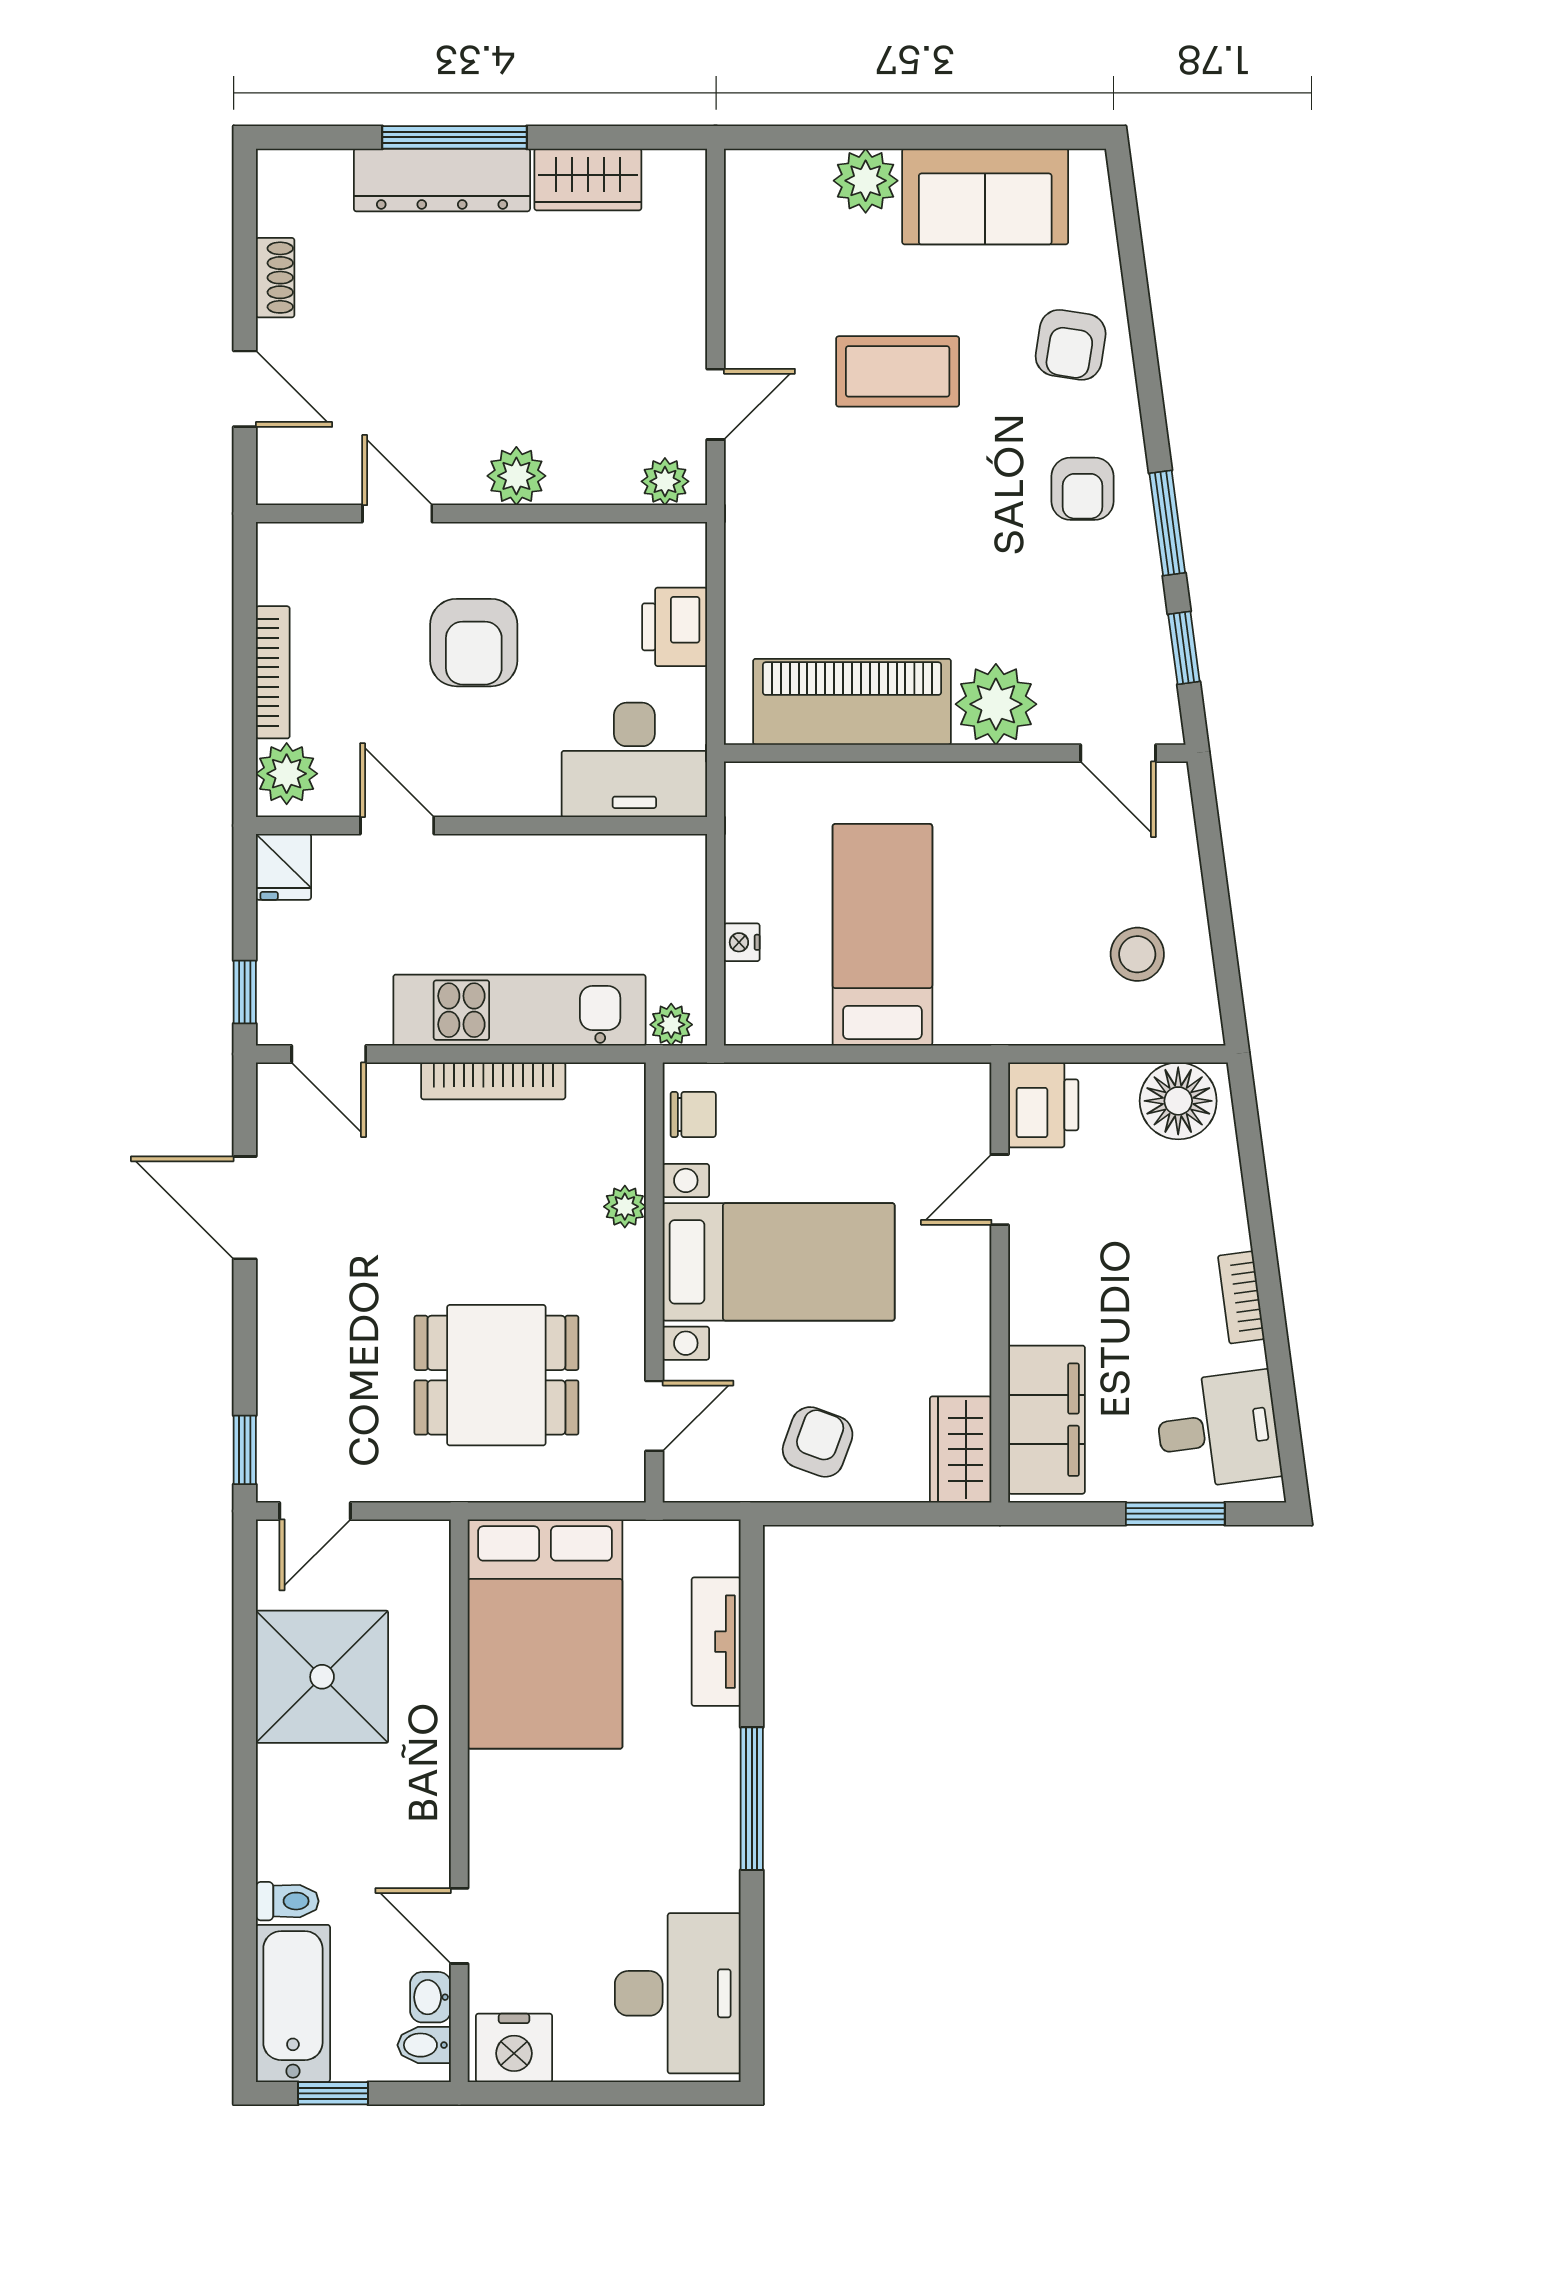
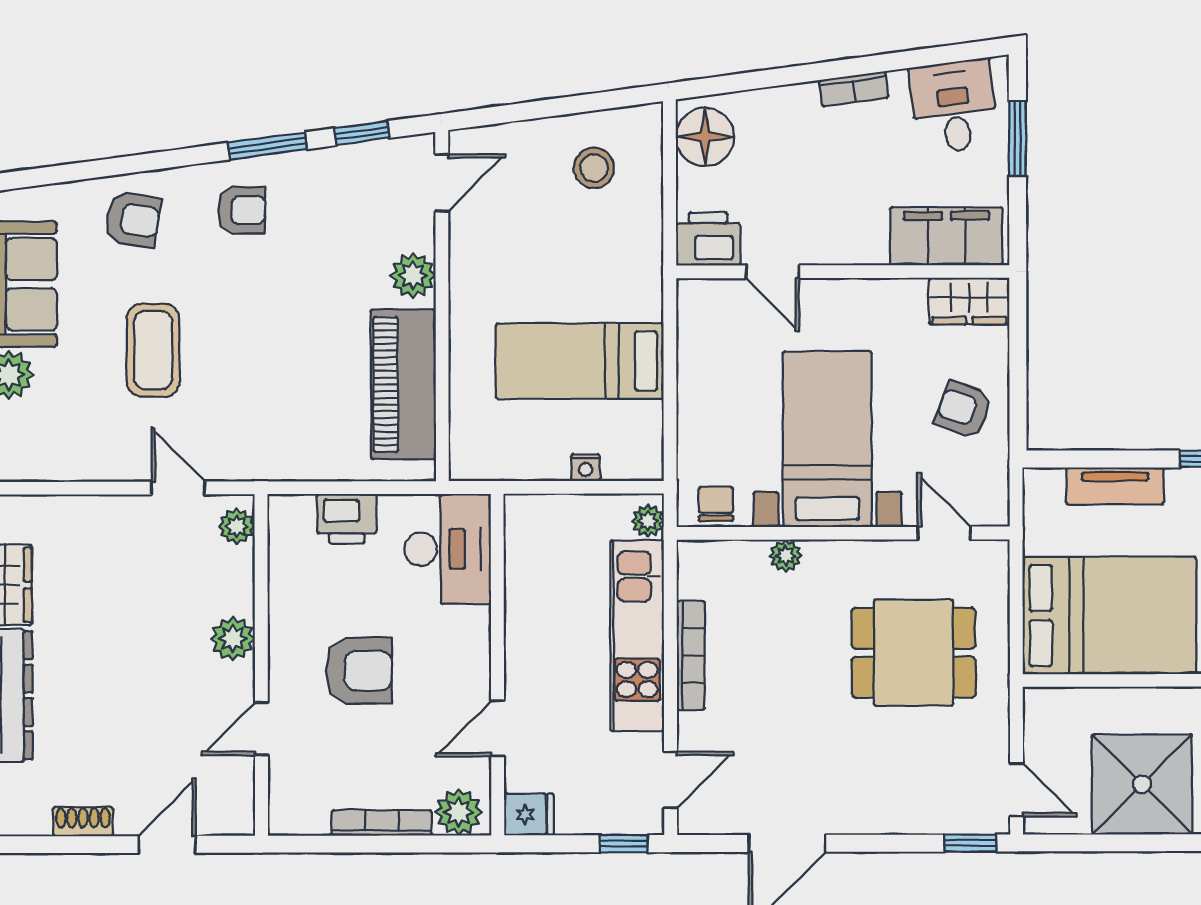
plant: (996, 704) -> (413, 275), width x0.73, depth x0.73
dining table: (496, 1375) -> (914, 653), turned 90

